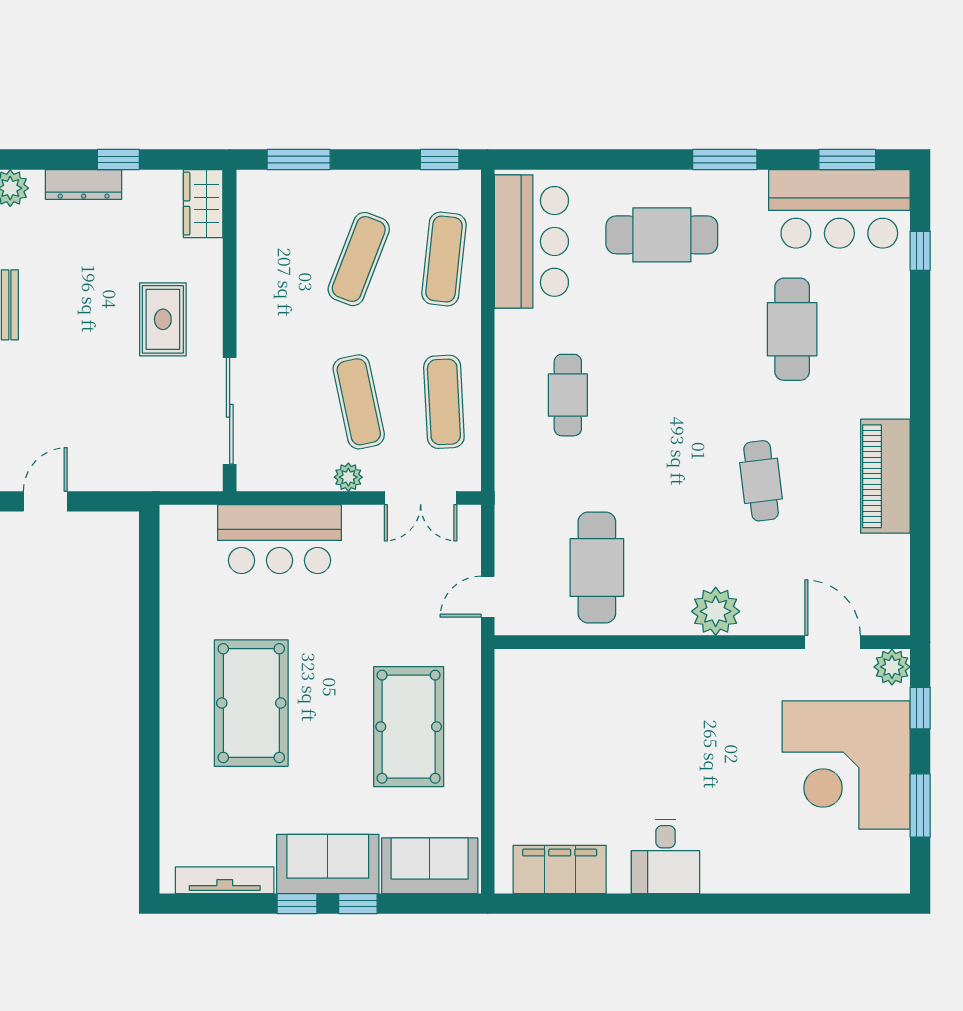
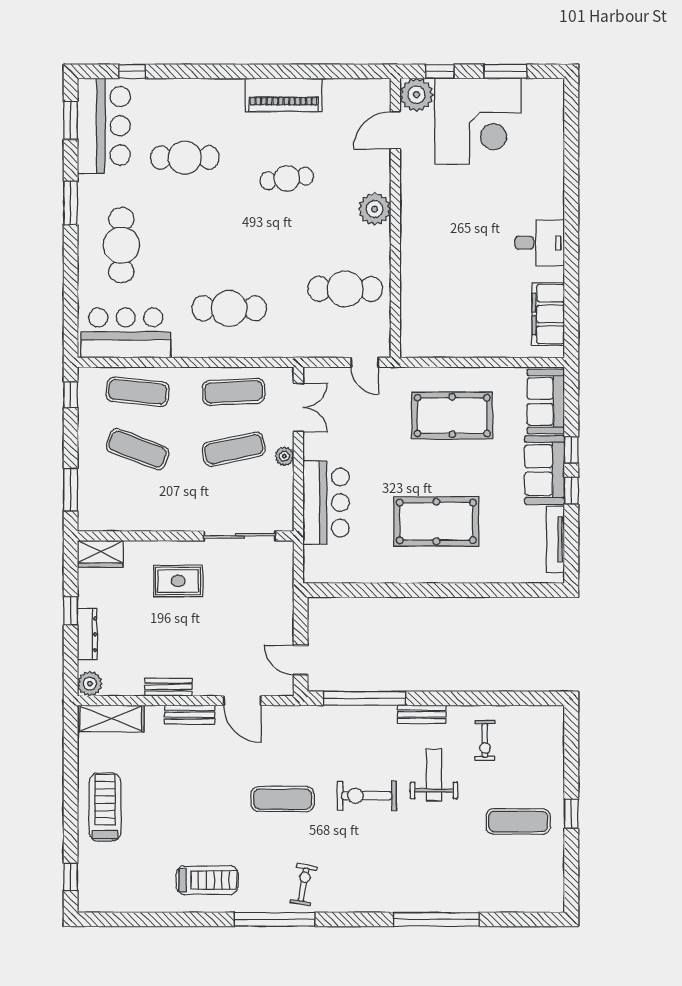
cafe table: (568, 395) -> (229, 308), width x1.37, depth x1.35
plant: (892, 667) -> (416, 95), width x1.36, depth x1.36

